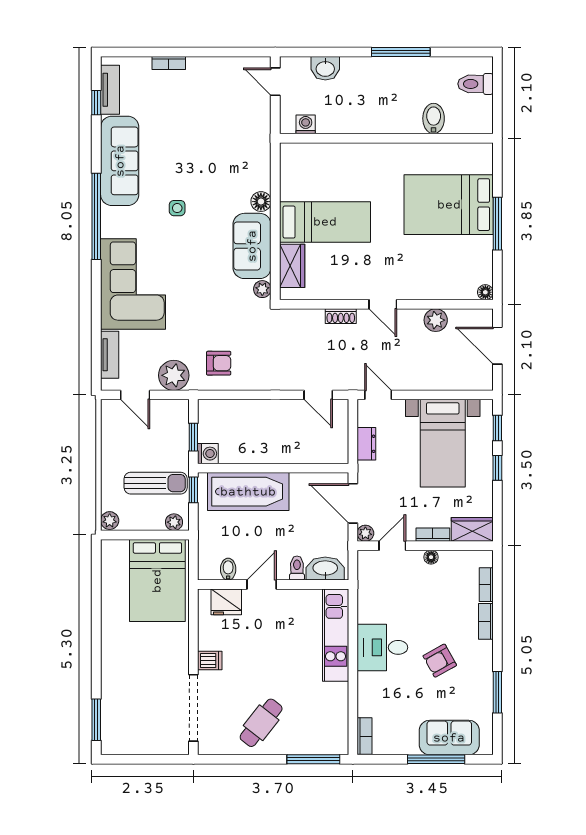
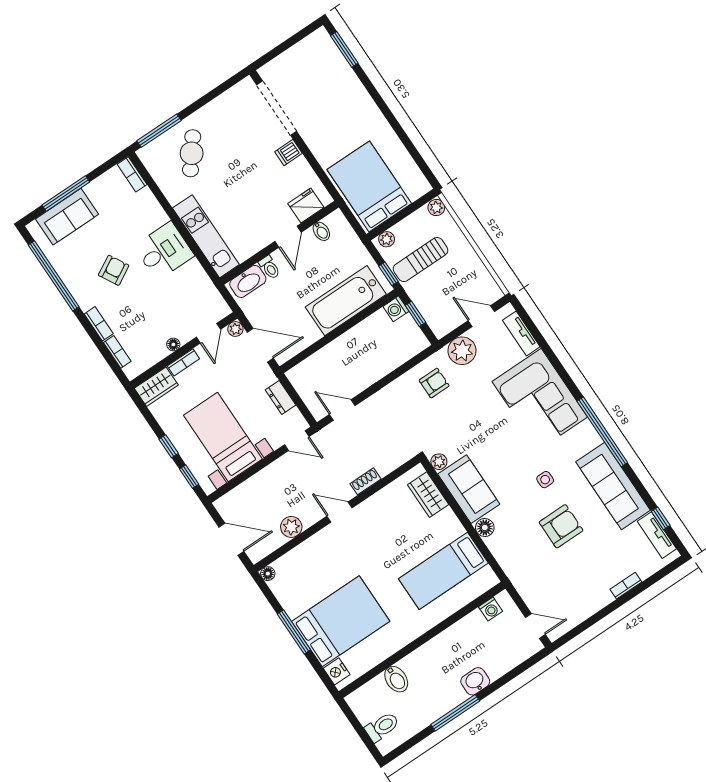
washbasin: (325, 68) -> (475, 681), moved
armchair: (191, 156) -> (561, 526), added
nightstand: (483, 162) -> (337, 671), added
bed: (325, 222) -> (443, 571), moved
armchair: (219, 363) -> (434, 383), turned 180
window: (497, 692) -> (54, 276), width x2.11
cafe table: (261, 723) -> (192, 153), moved

